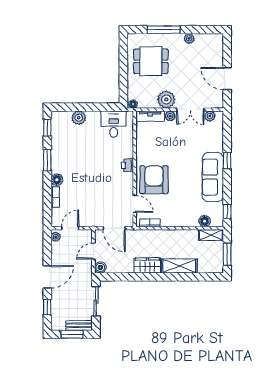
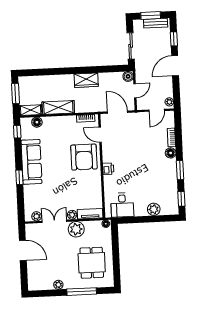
dining table: (151, 61) -> (92, 263), turned 90
shelving: (179, 266) -> (58, 107), moved
bench: (79, 325) -> (156, 23), moved

